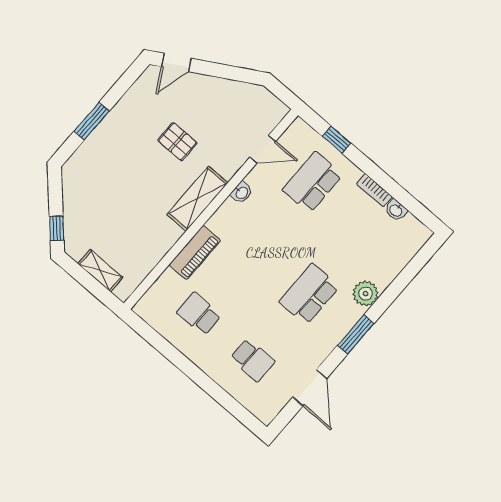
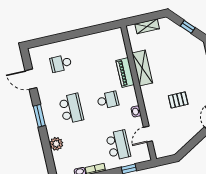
shelving: (197, 199) -> (142, 68), moved
window: (57, 228) -> (188, 27), moved
plant: (366, 294) -> (56, 144), moved
school desk: (199, 314) -> (108, 100), moved

